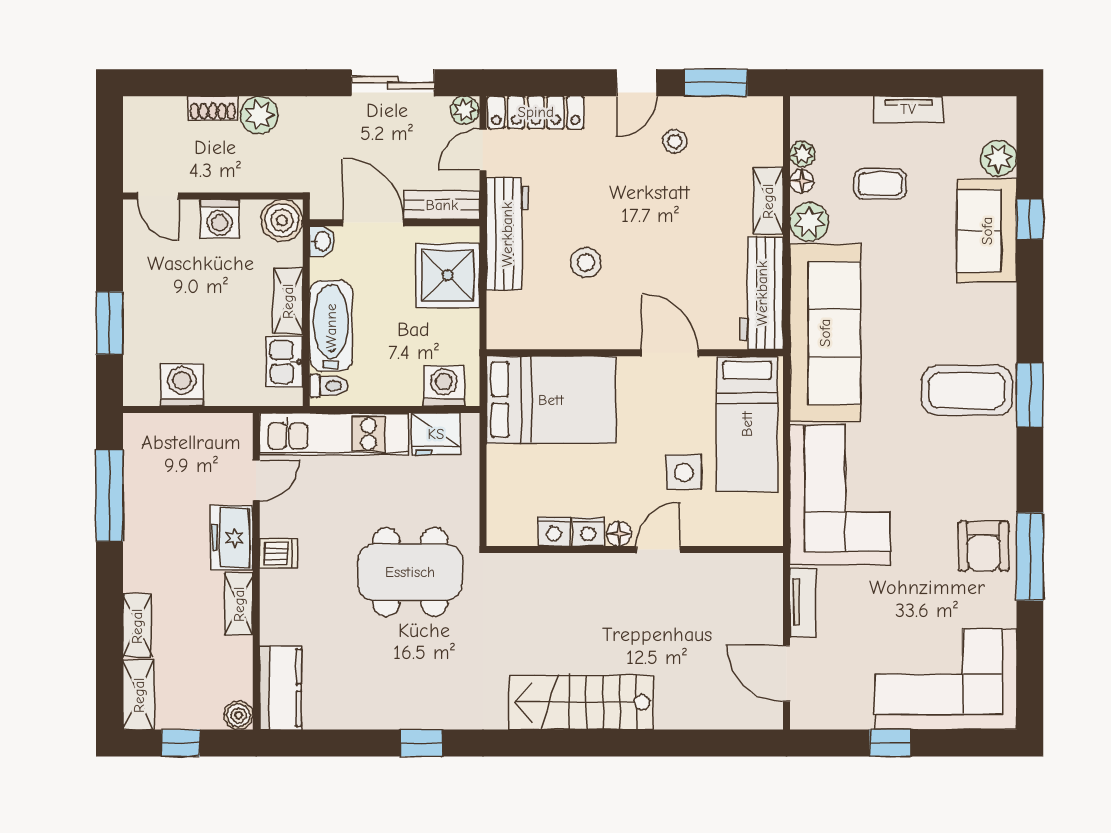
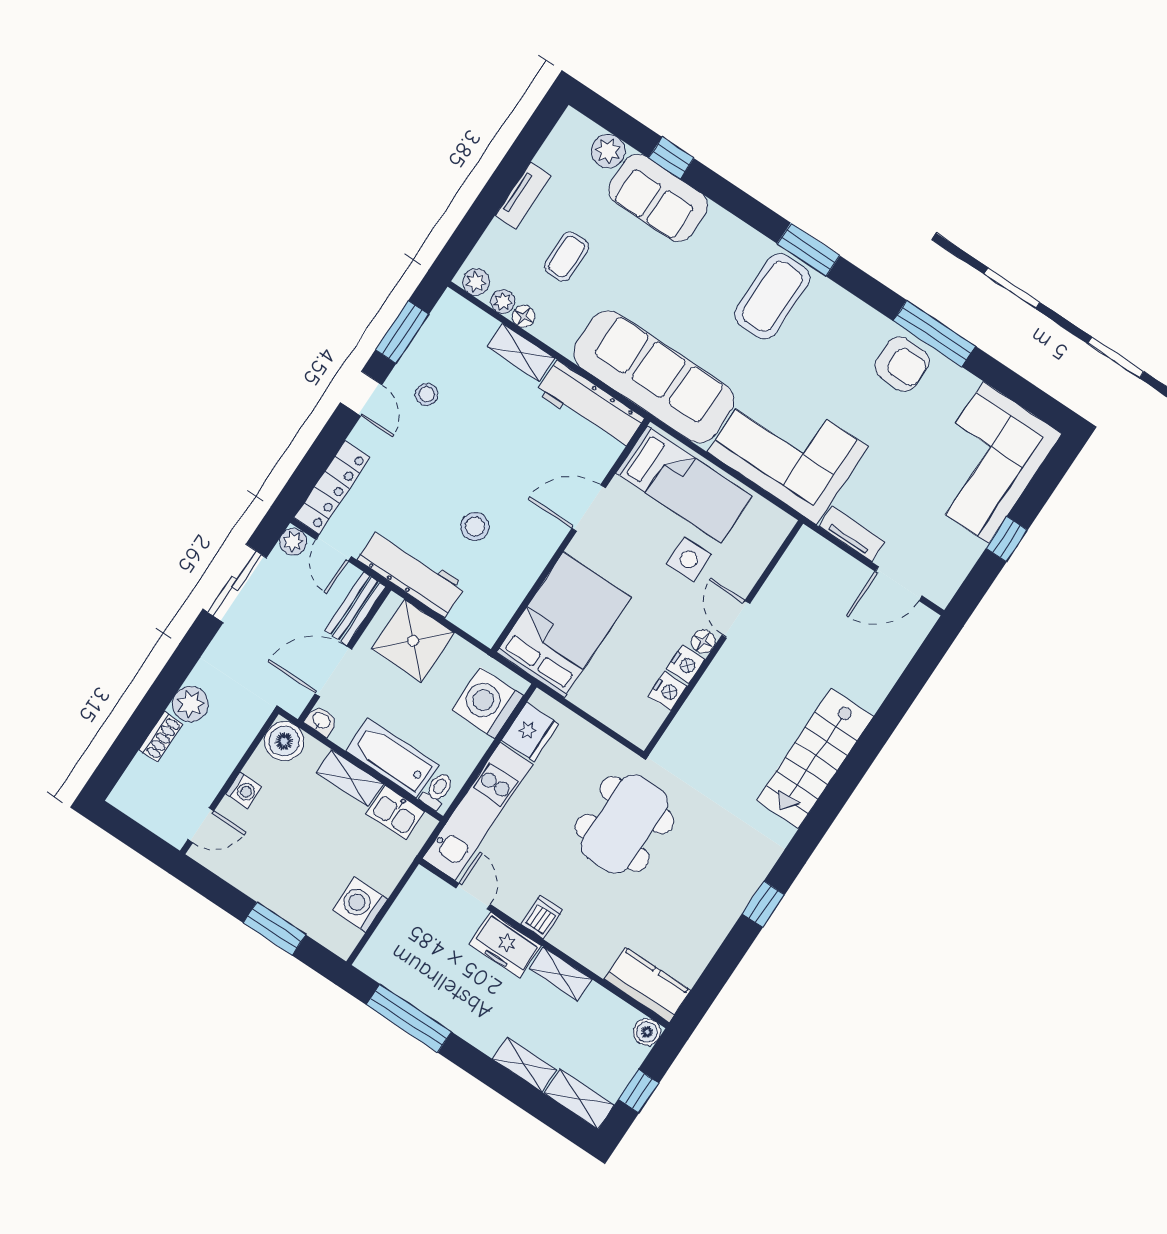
washing machine: (220, 219) -> (244, 790), width x0.73, depth x0.73
plant: (809, 222) -> (476, 282), moved, width x0.73, depth x0.73
washing machine: (444, 386) -> (487, 703), width x1.37, depth x1.37

